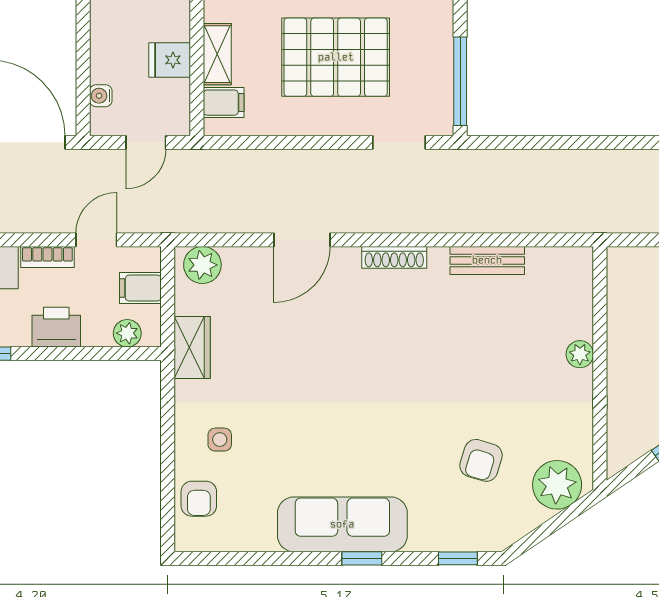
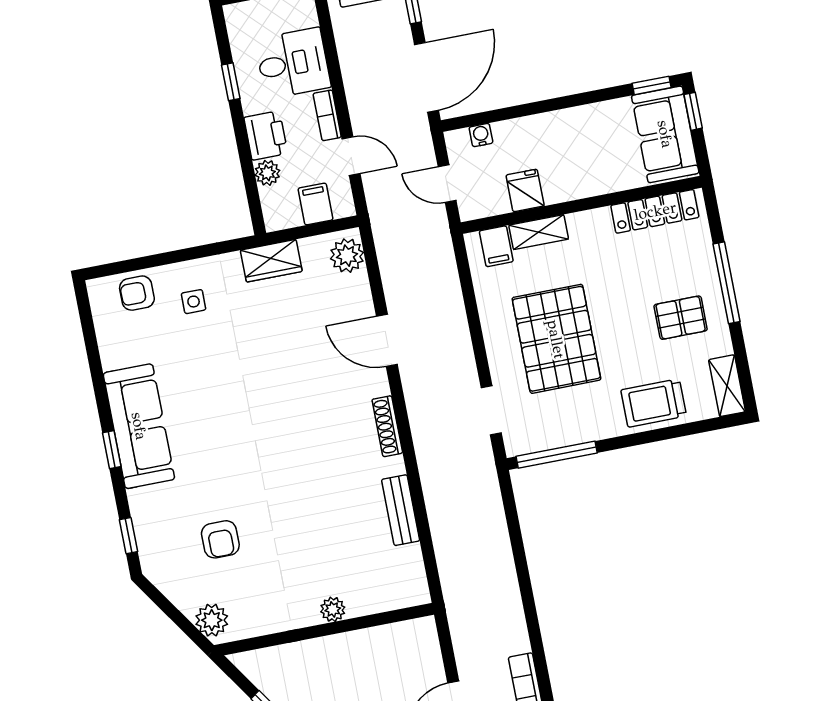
plant: (127, 333) -> (267, 173), moved
armchair: (481, 460) -> (220, 539), turned -107
plant: (557, 485) -> (212, 620), width x0.73, depth x0.73

